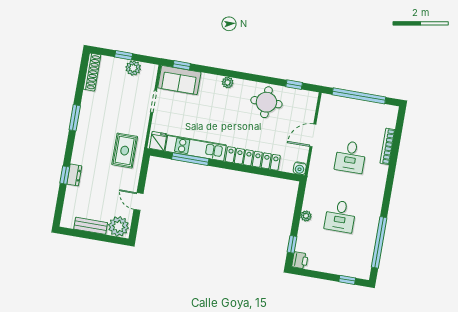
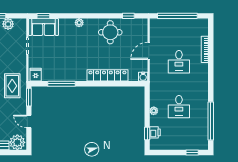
kitchen unit: (196, 148) -> (64, 75), removed
window: (144, 169) -> (29, 97), added
printer: (300, 260) -> (155, 132), moved

